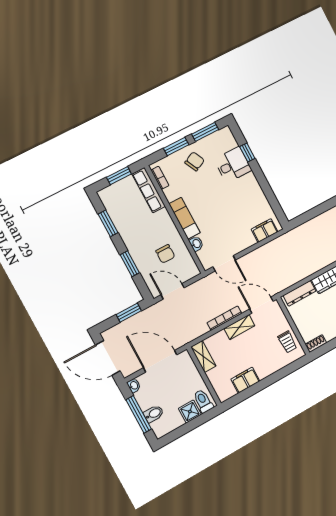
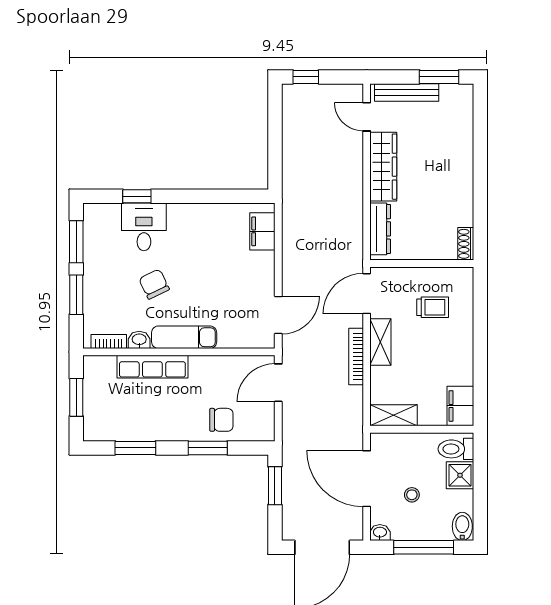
chair: (195, 161) -> (154, 284), moved
row of seats: (149, 190) -> (152, 367), moved
washbasin: (196, 244) -> (139, 340), moved
chair: (165, 254) -> (221, 420), moved
door: (173, 291) -> (278, 383), moved
trolley: (287, 342) -> (433, 307), moved
door: (160, 361) -> (367, 479), hinge flipped
filing cabinet: (245, 380) -> (460, 406), moved
stool: (165, 391) -> (412, 495), added
bidet: (154, 414) -> (462, 526), moved

